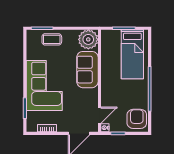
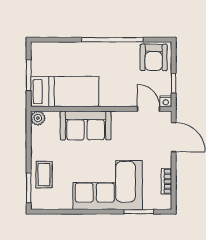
plant: (88, 39) -> (38, 118), width x0.53, depth x0.53
bed: (132, 54) -> (65, 92), moved
armchair: (137, 119) -> (154, 57), turned -90

